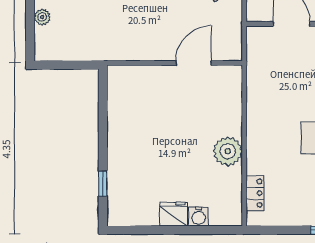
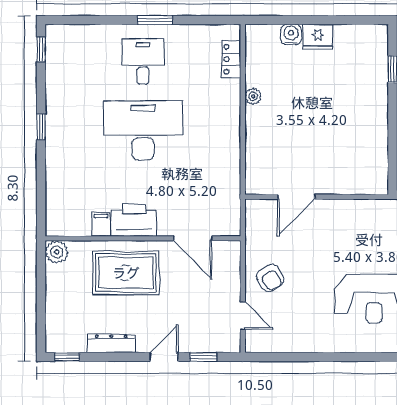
plant: (228, 151) -> (253, 96), width x0.53, depth x0.53

